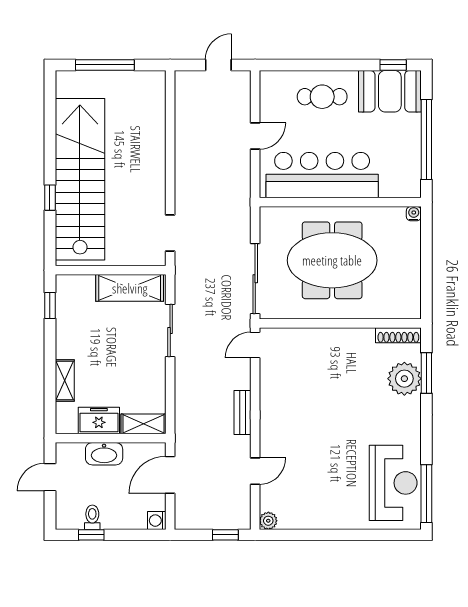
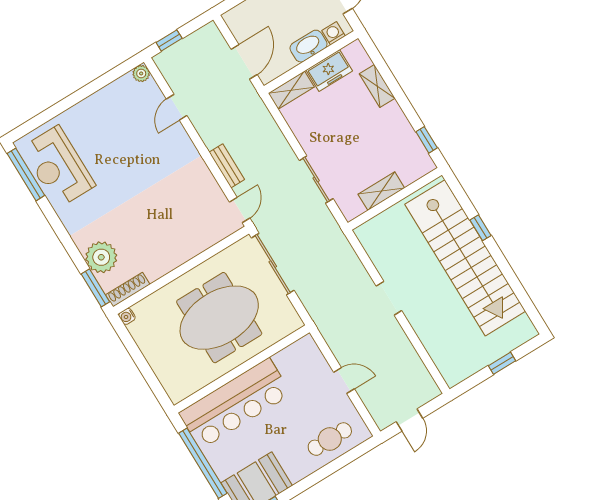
window: (105, 65) -> (502, 363), width x0.46
cafe table: (322, 97) -> (330, 439), moved
door: (255, 136) -> (344, 380), swing flipped
bar counter: (322, 175) -> (235, 403), moved
water cooler: (414, 214) -> (127, 316), moved, turned 90
doorway: (170, 233) -> (389, 298), moved
shelving: (130, 288) -> (381, 191), width x0.67, depth x0.75
window: (426, 373) -> (95, 288), moved
bench: (242, 413) -> (227, 166), moved
washing machine: (157, 521) -> (333, 33), moved, turned -90

